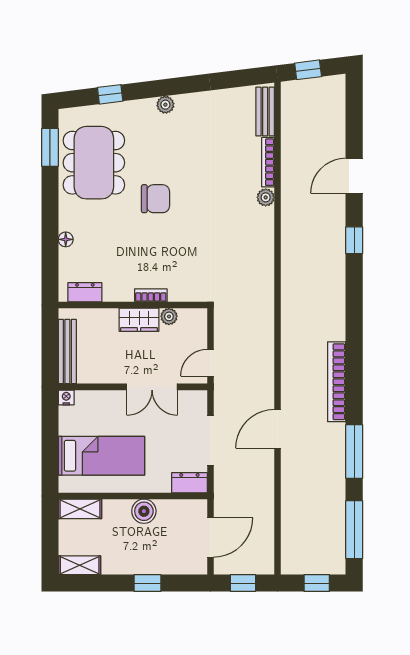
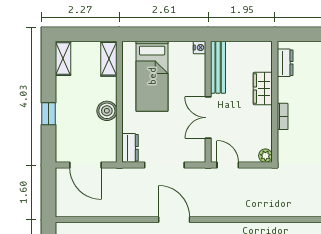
plant: (169, 316) -> (265, 156), moved
wardrobe: (139, 320) -> (263, 89), moved
bench: (67, 352) -> (218, 67), moved, turned 90
window: (243, 583) -> (48, 192), removed

